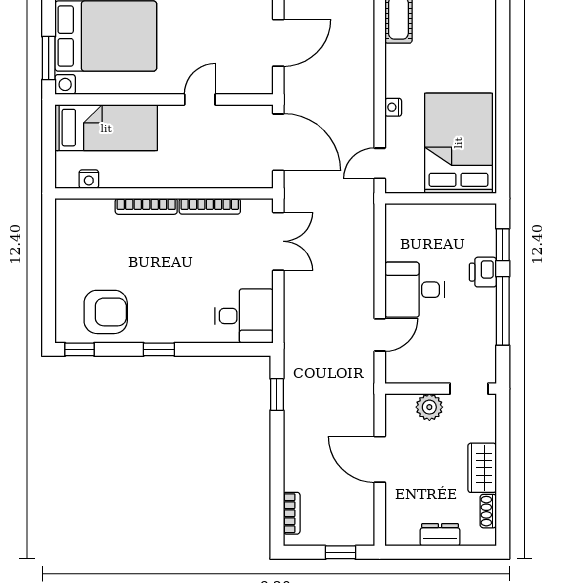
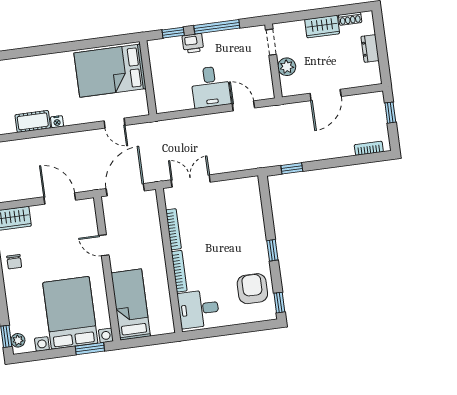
nightstand: (393, 107) -> (57, 122), moved
door: (380, 163) -> (115, 123), moved
nightstand: (89, 179) -> (166, 311), removed
desk: (244, 316) -> (198, 309), moved, turned -90

